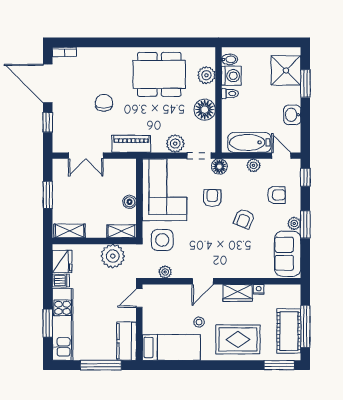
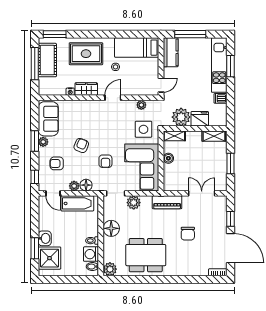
plant: (206, 75) -> (110, 269), moved
washbasin: (292, 115) -> (45, 238), moved
floor lamp: (219, 167) -> (86, 185), moved
fridge: (62, 261) -> (200, 119), moved, turned 90

